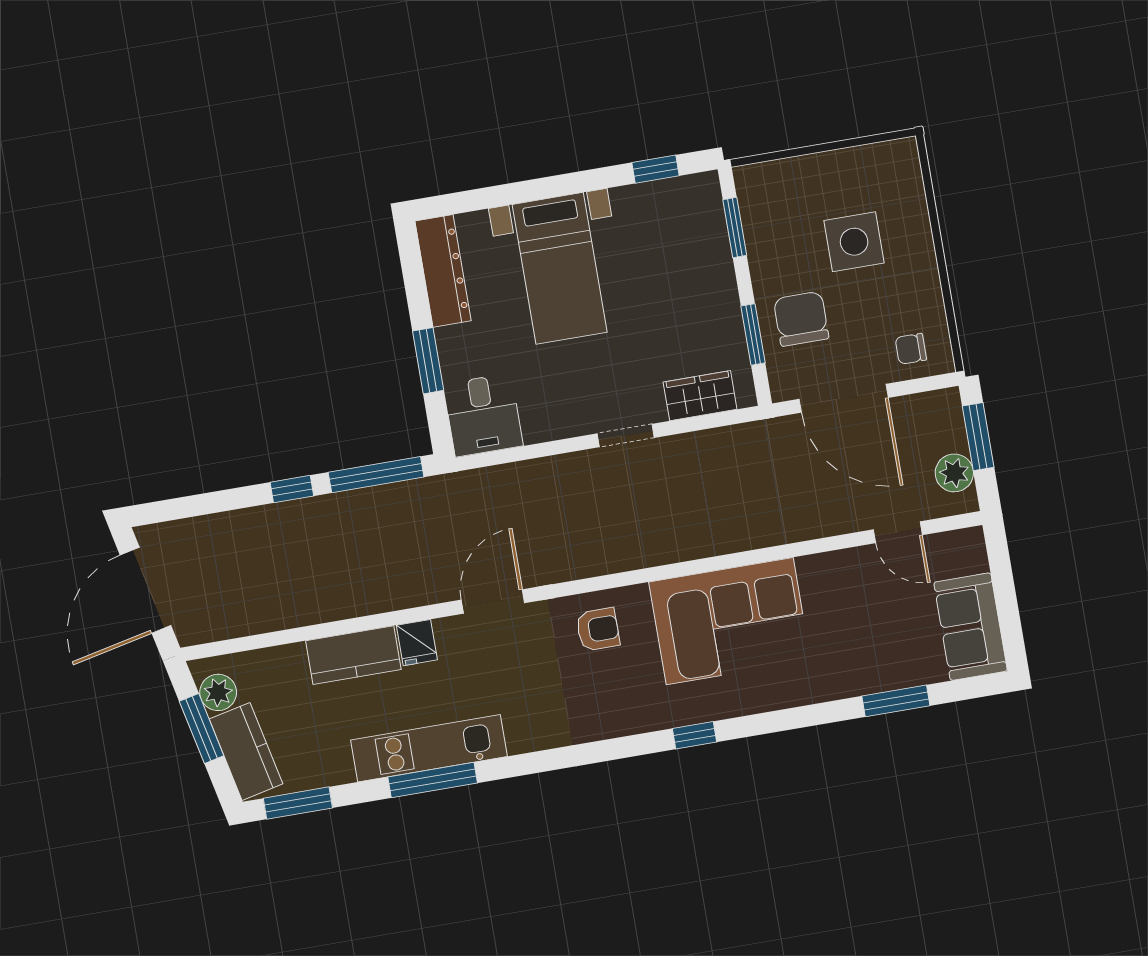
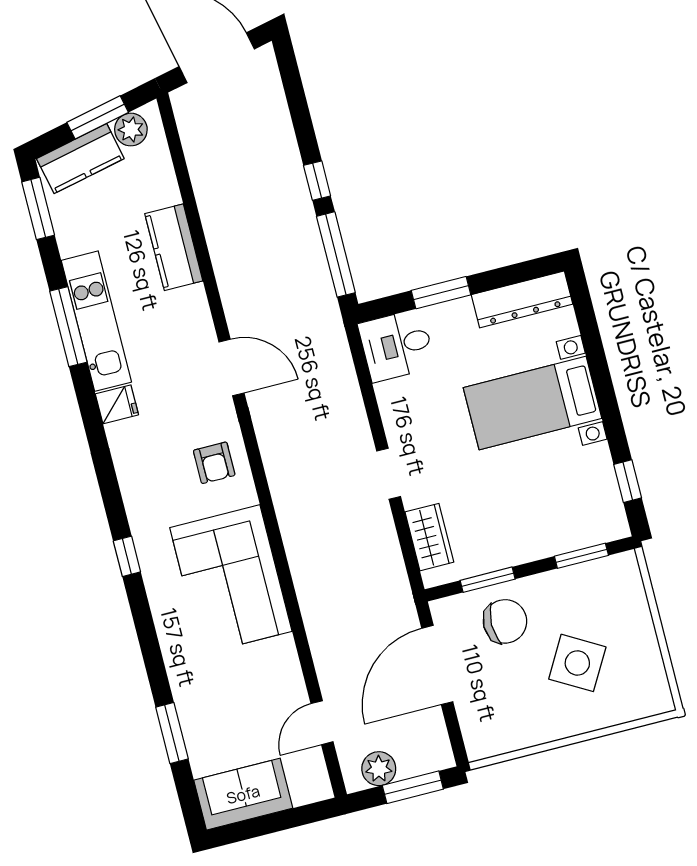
side table: (854, 242) -> (577, 663), turned 30
chair: (911, 349) -> (486, 721), removed
fridge: (417, 643) -> (117, 404), moved, turned 180

